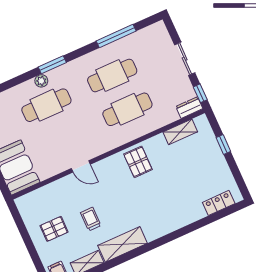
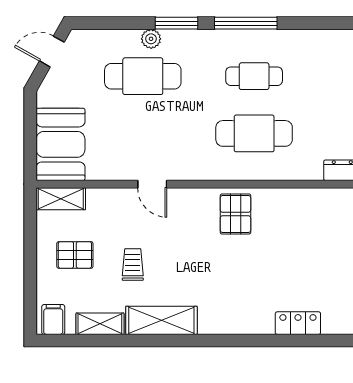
window: (116, 36) -> (246, 23), moved
cafe table: (112, 75) -> (254, 76), width x0.73, depth x0.74
shelving: (180, 132) -> (61, 199), moved
locker: (219, 203) -> (298, 323), moved

